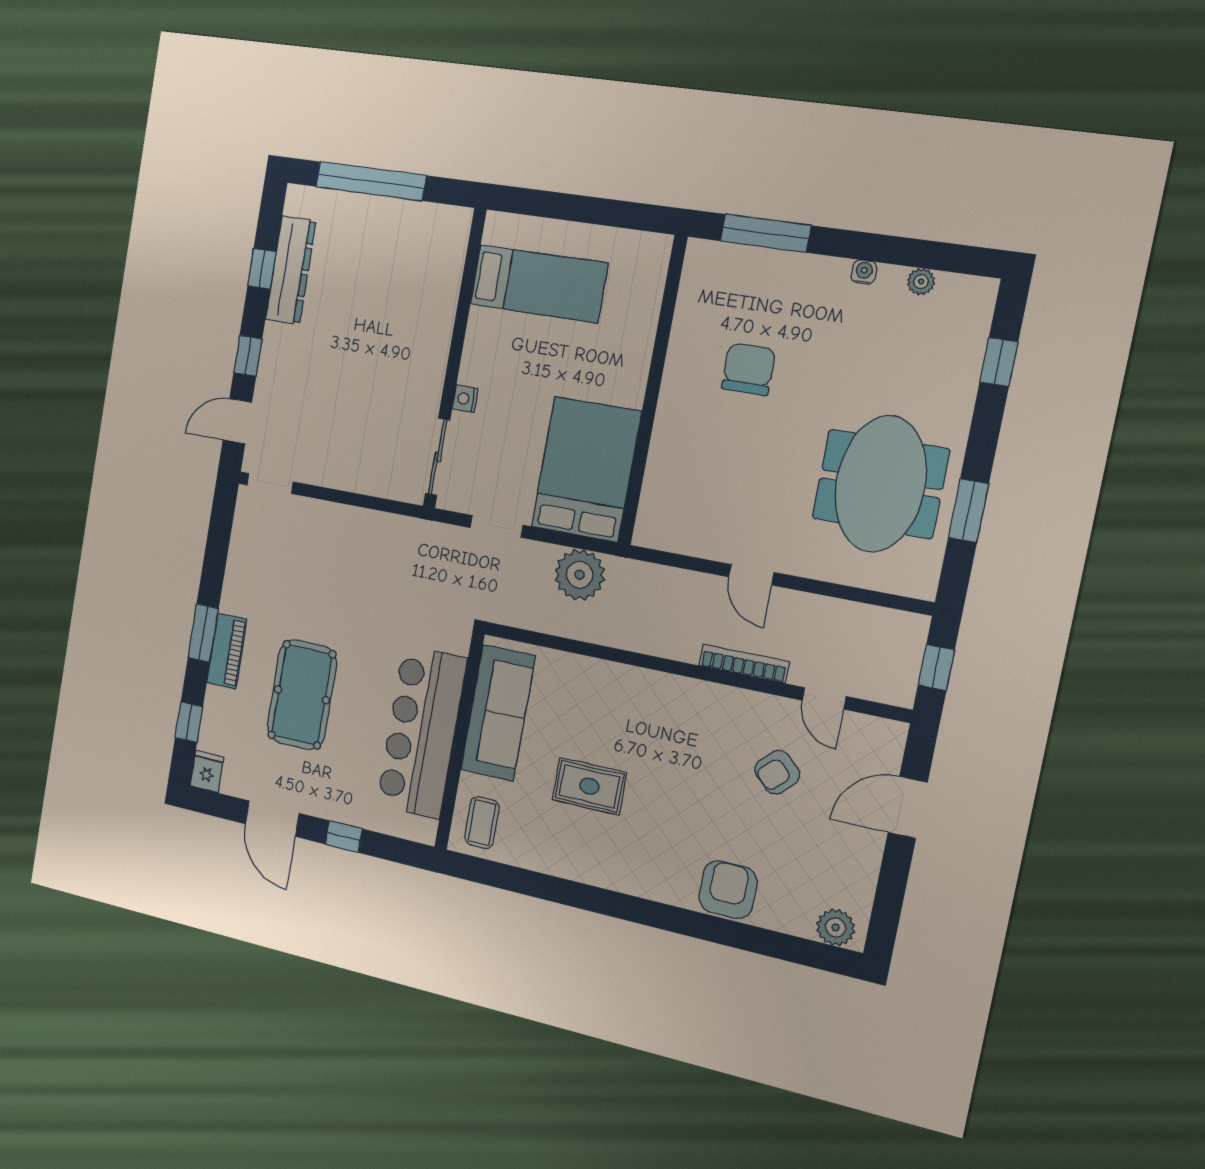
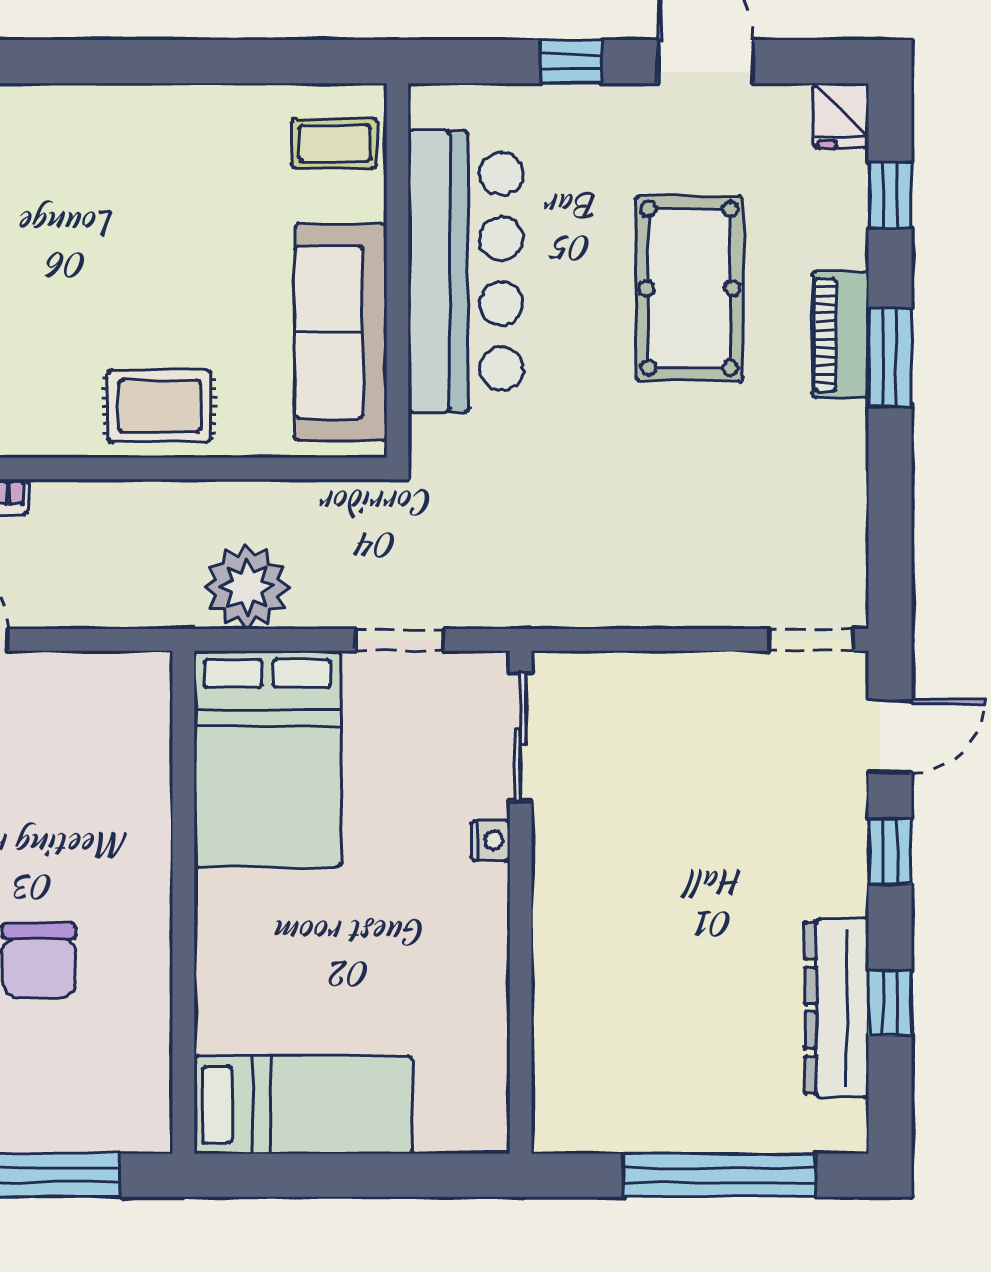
bed: (539, 284) -> (303, 1105), moved, turned 180
rug: (589, 786) -> (159, 406), moved
coffee table: (482, 823) -> (335, 143), turned 90

